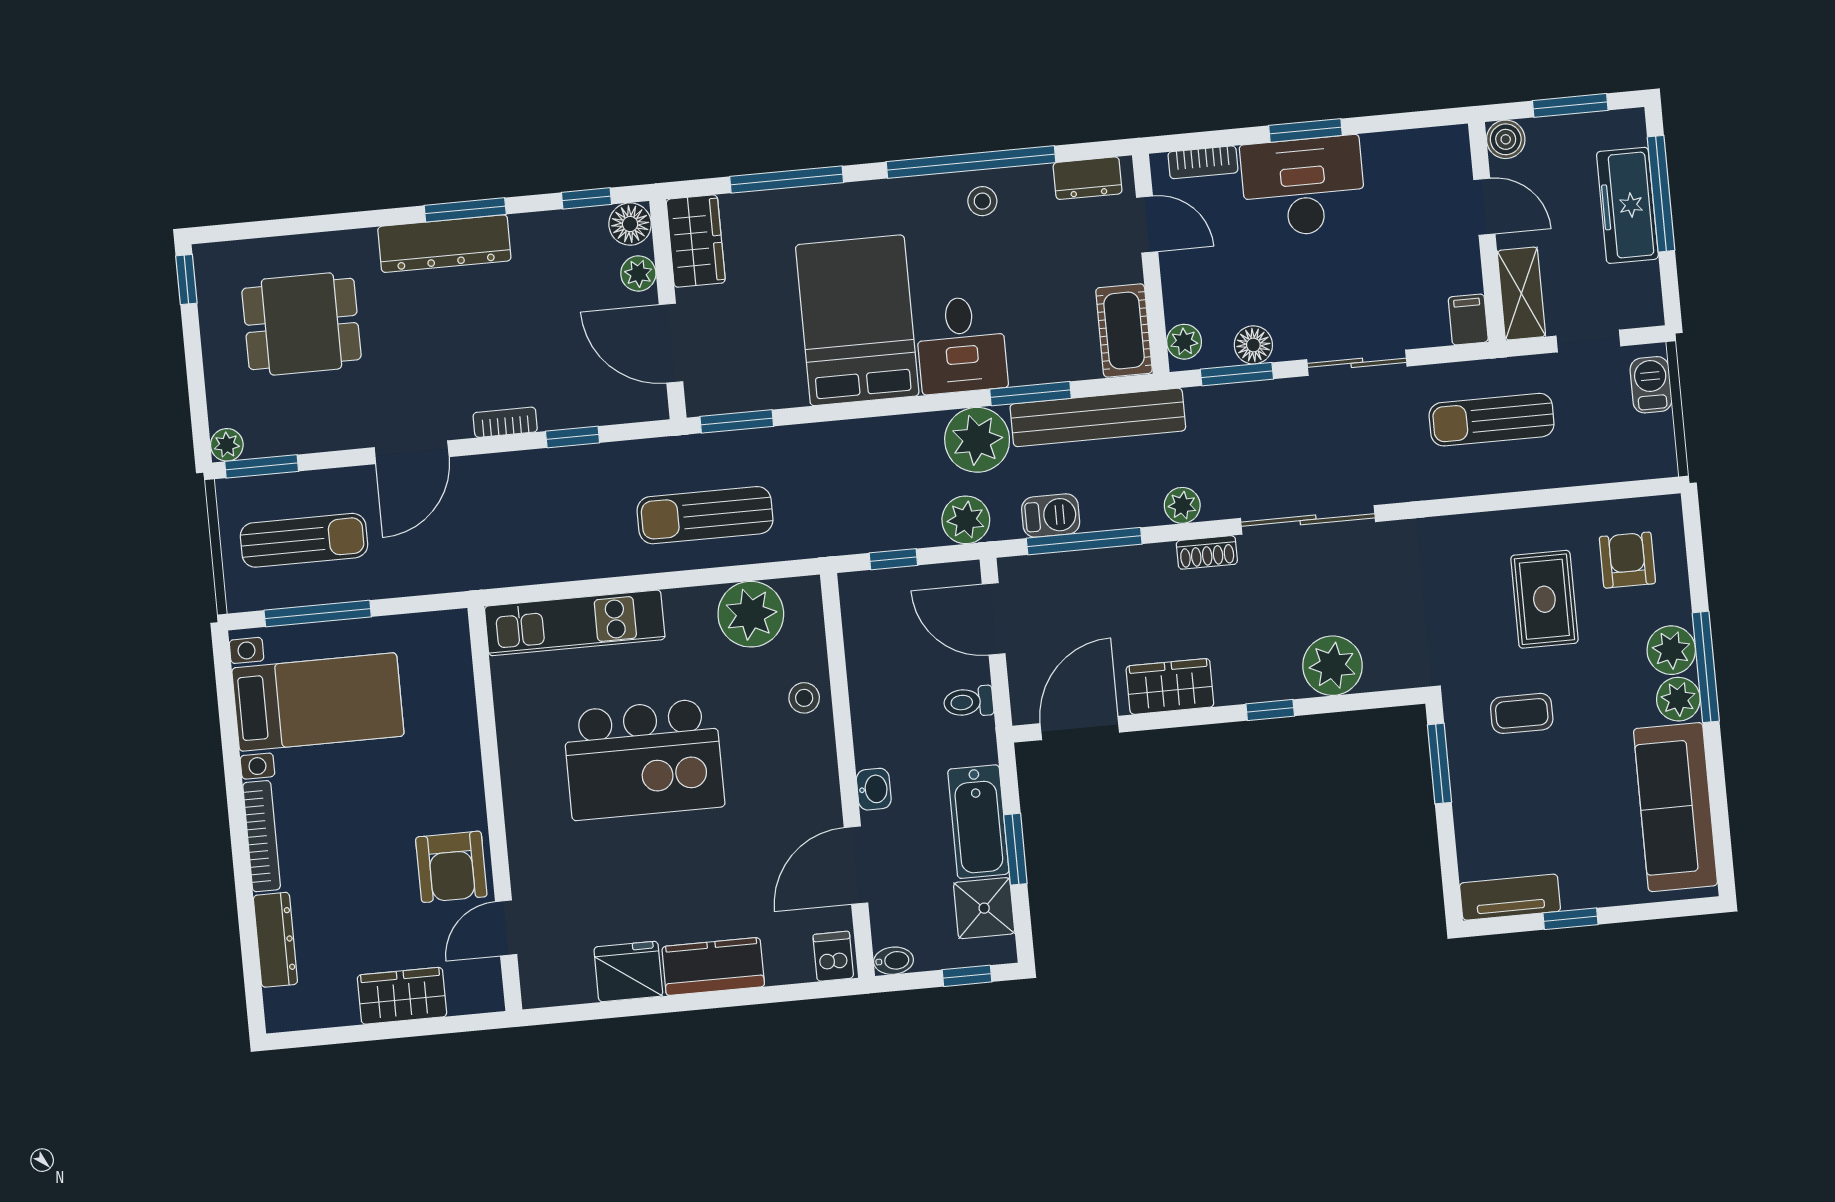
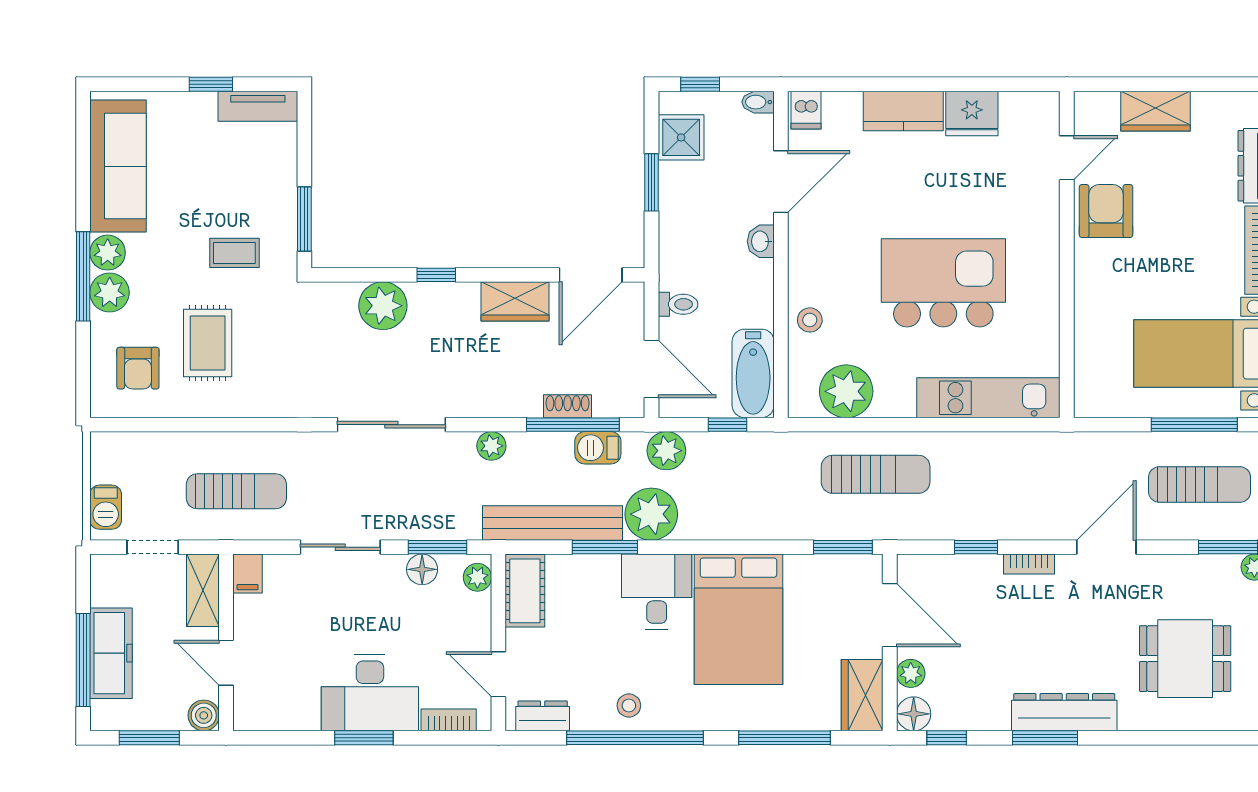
sun lounger: (304, 540) -> (1200, 485), turned 180
shoe rack: (1207, 552) -> (568, 406), moved
bathtub: (978, 822) -> (753, 373), moved, turned 180

